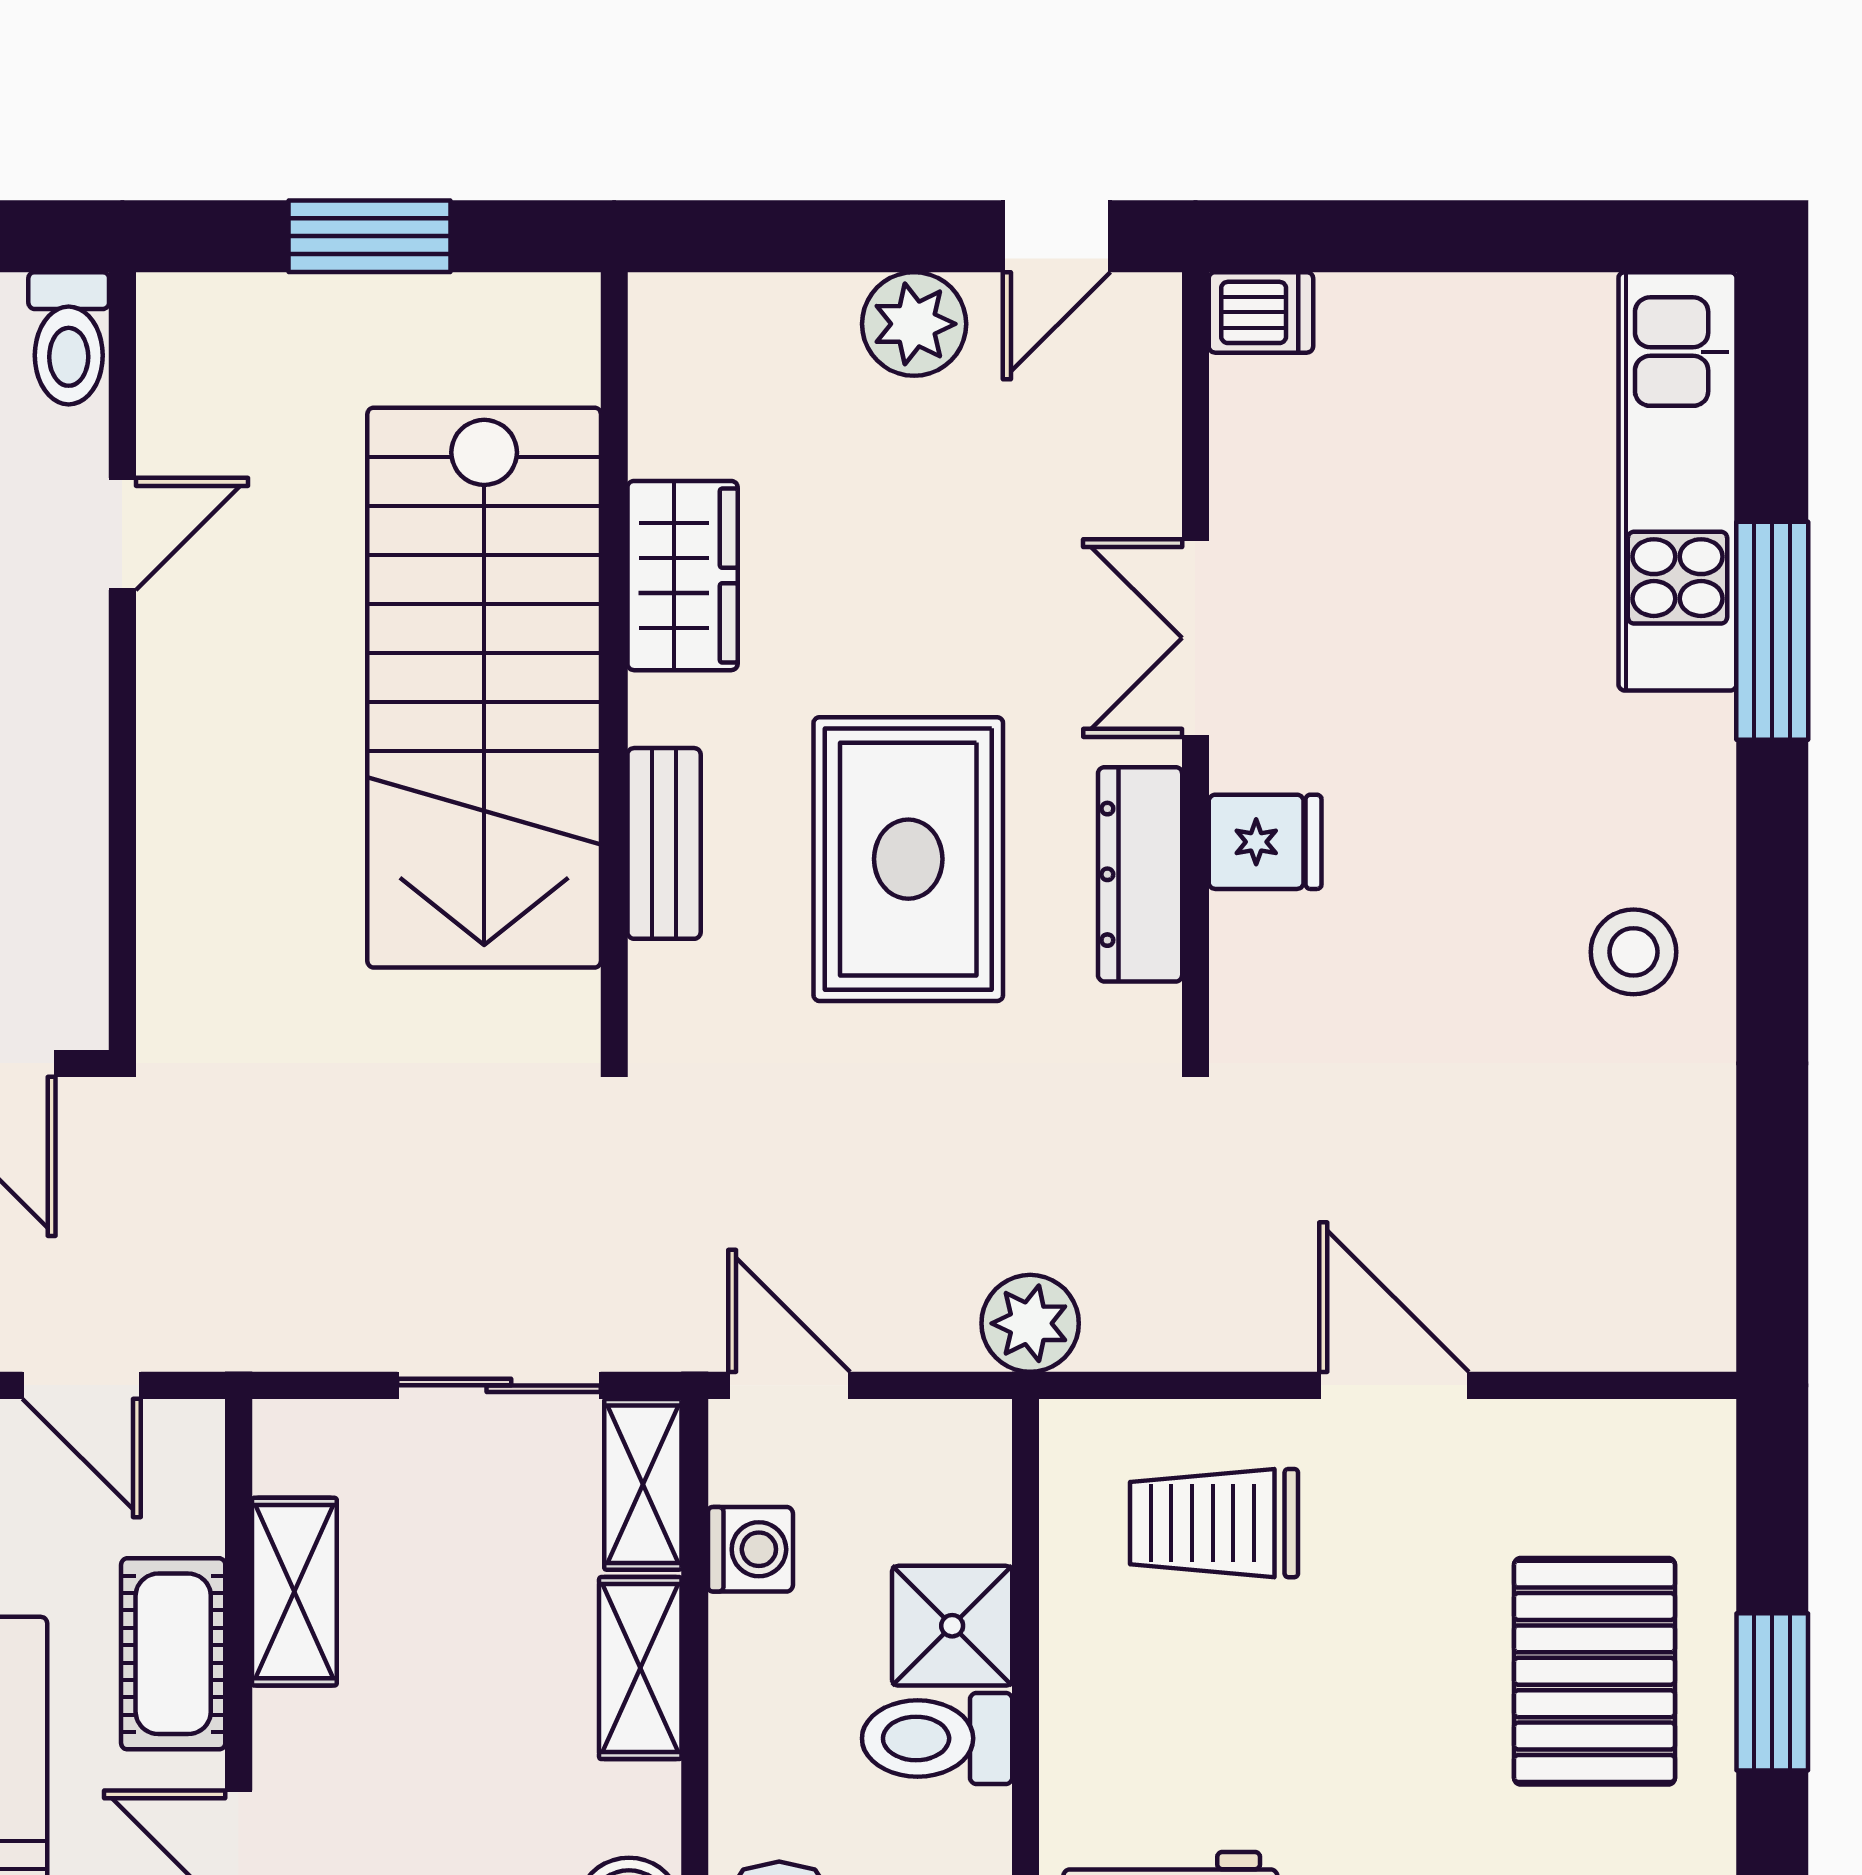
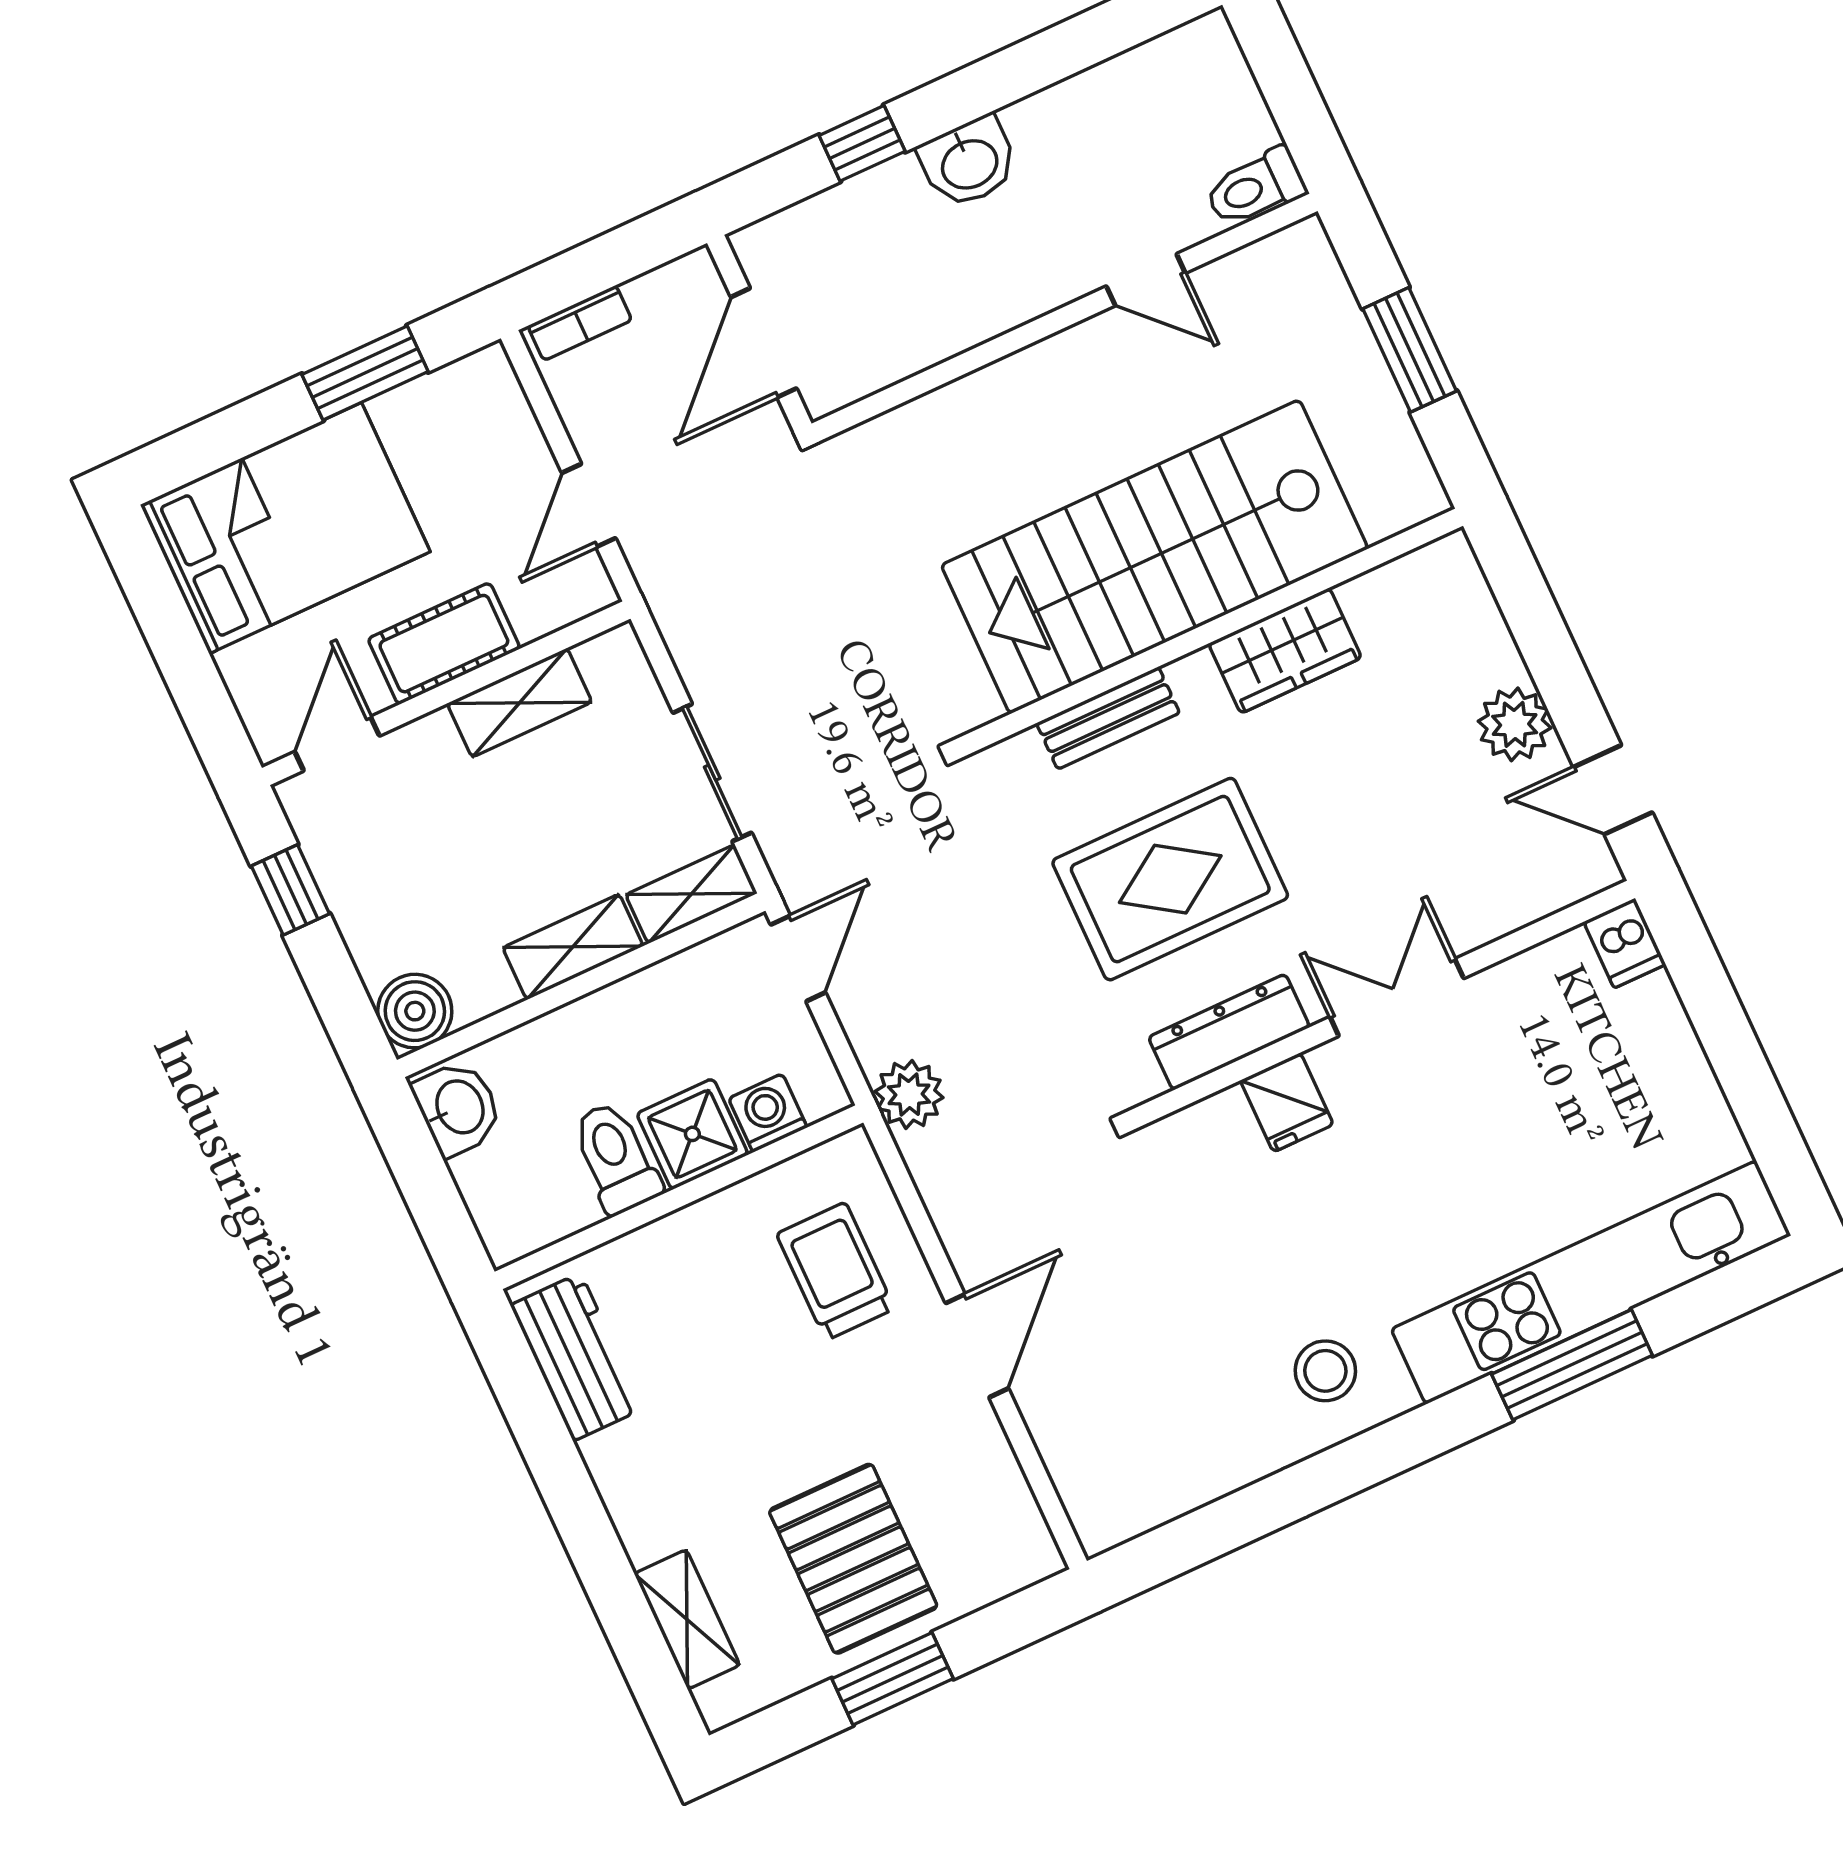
kitchen unit: (1677, 481) -> (1591, 1282), width x1.36
washing machine: (750, 1549) -> (768, 1113), moved, turned 180
pallet: (1595, 1671) -> (853, 1559), turned 90

